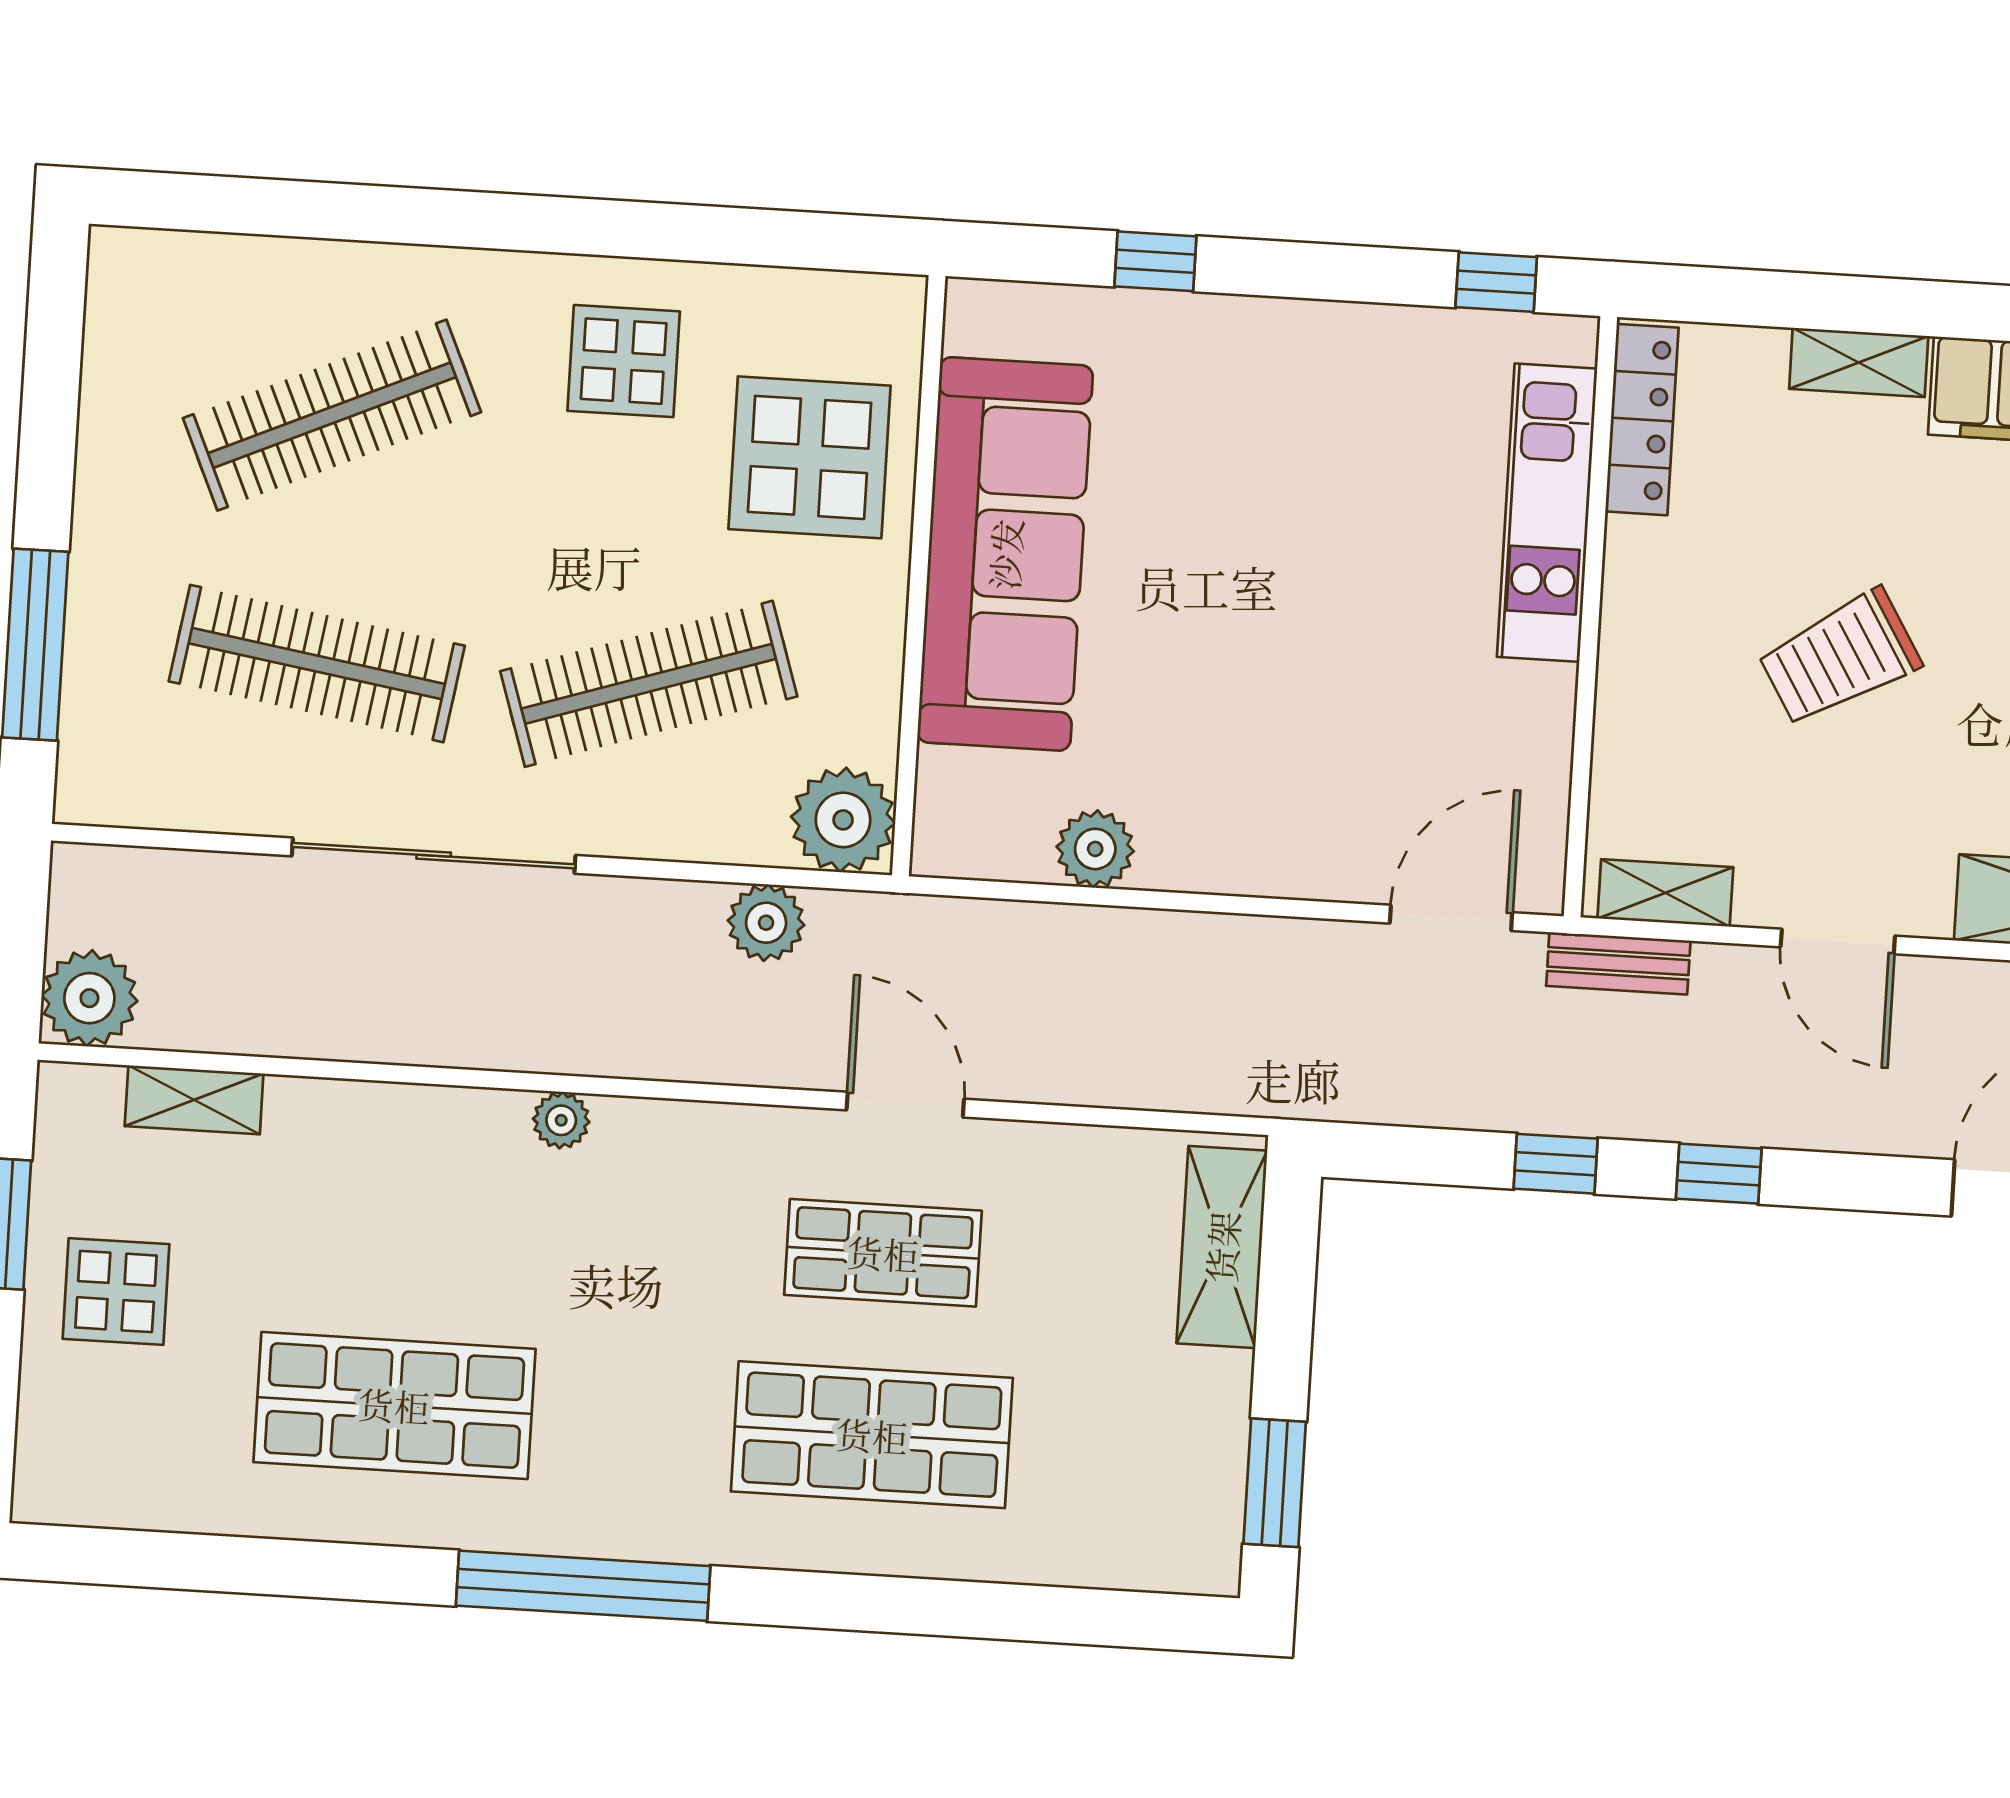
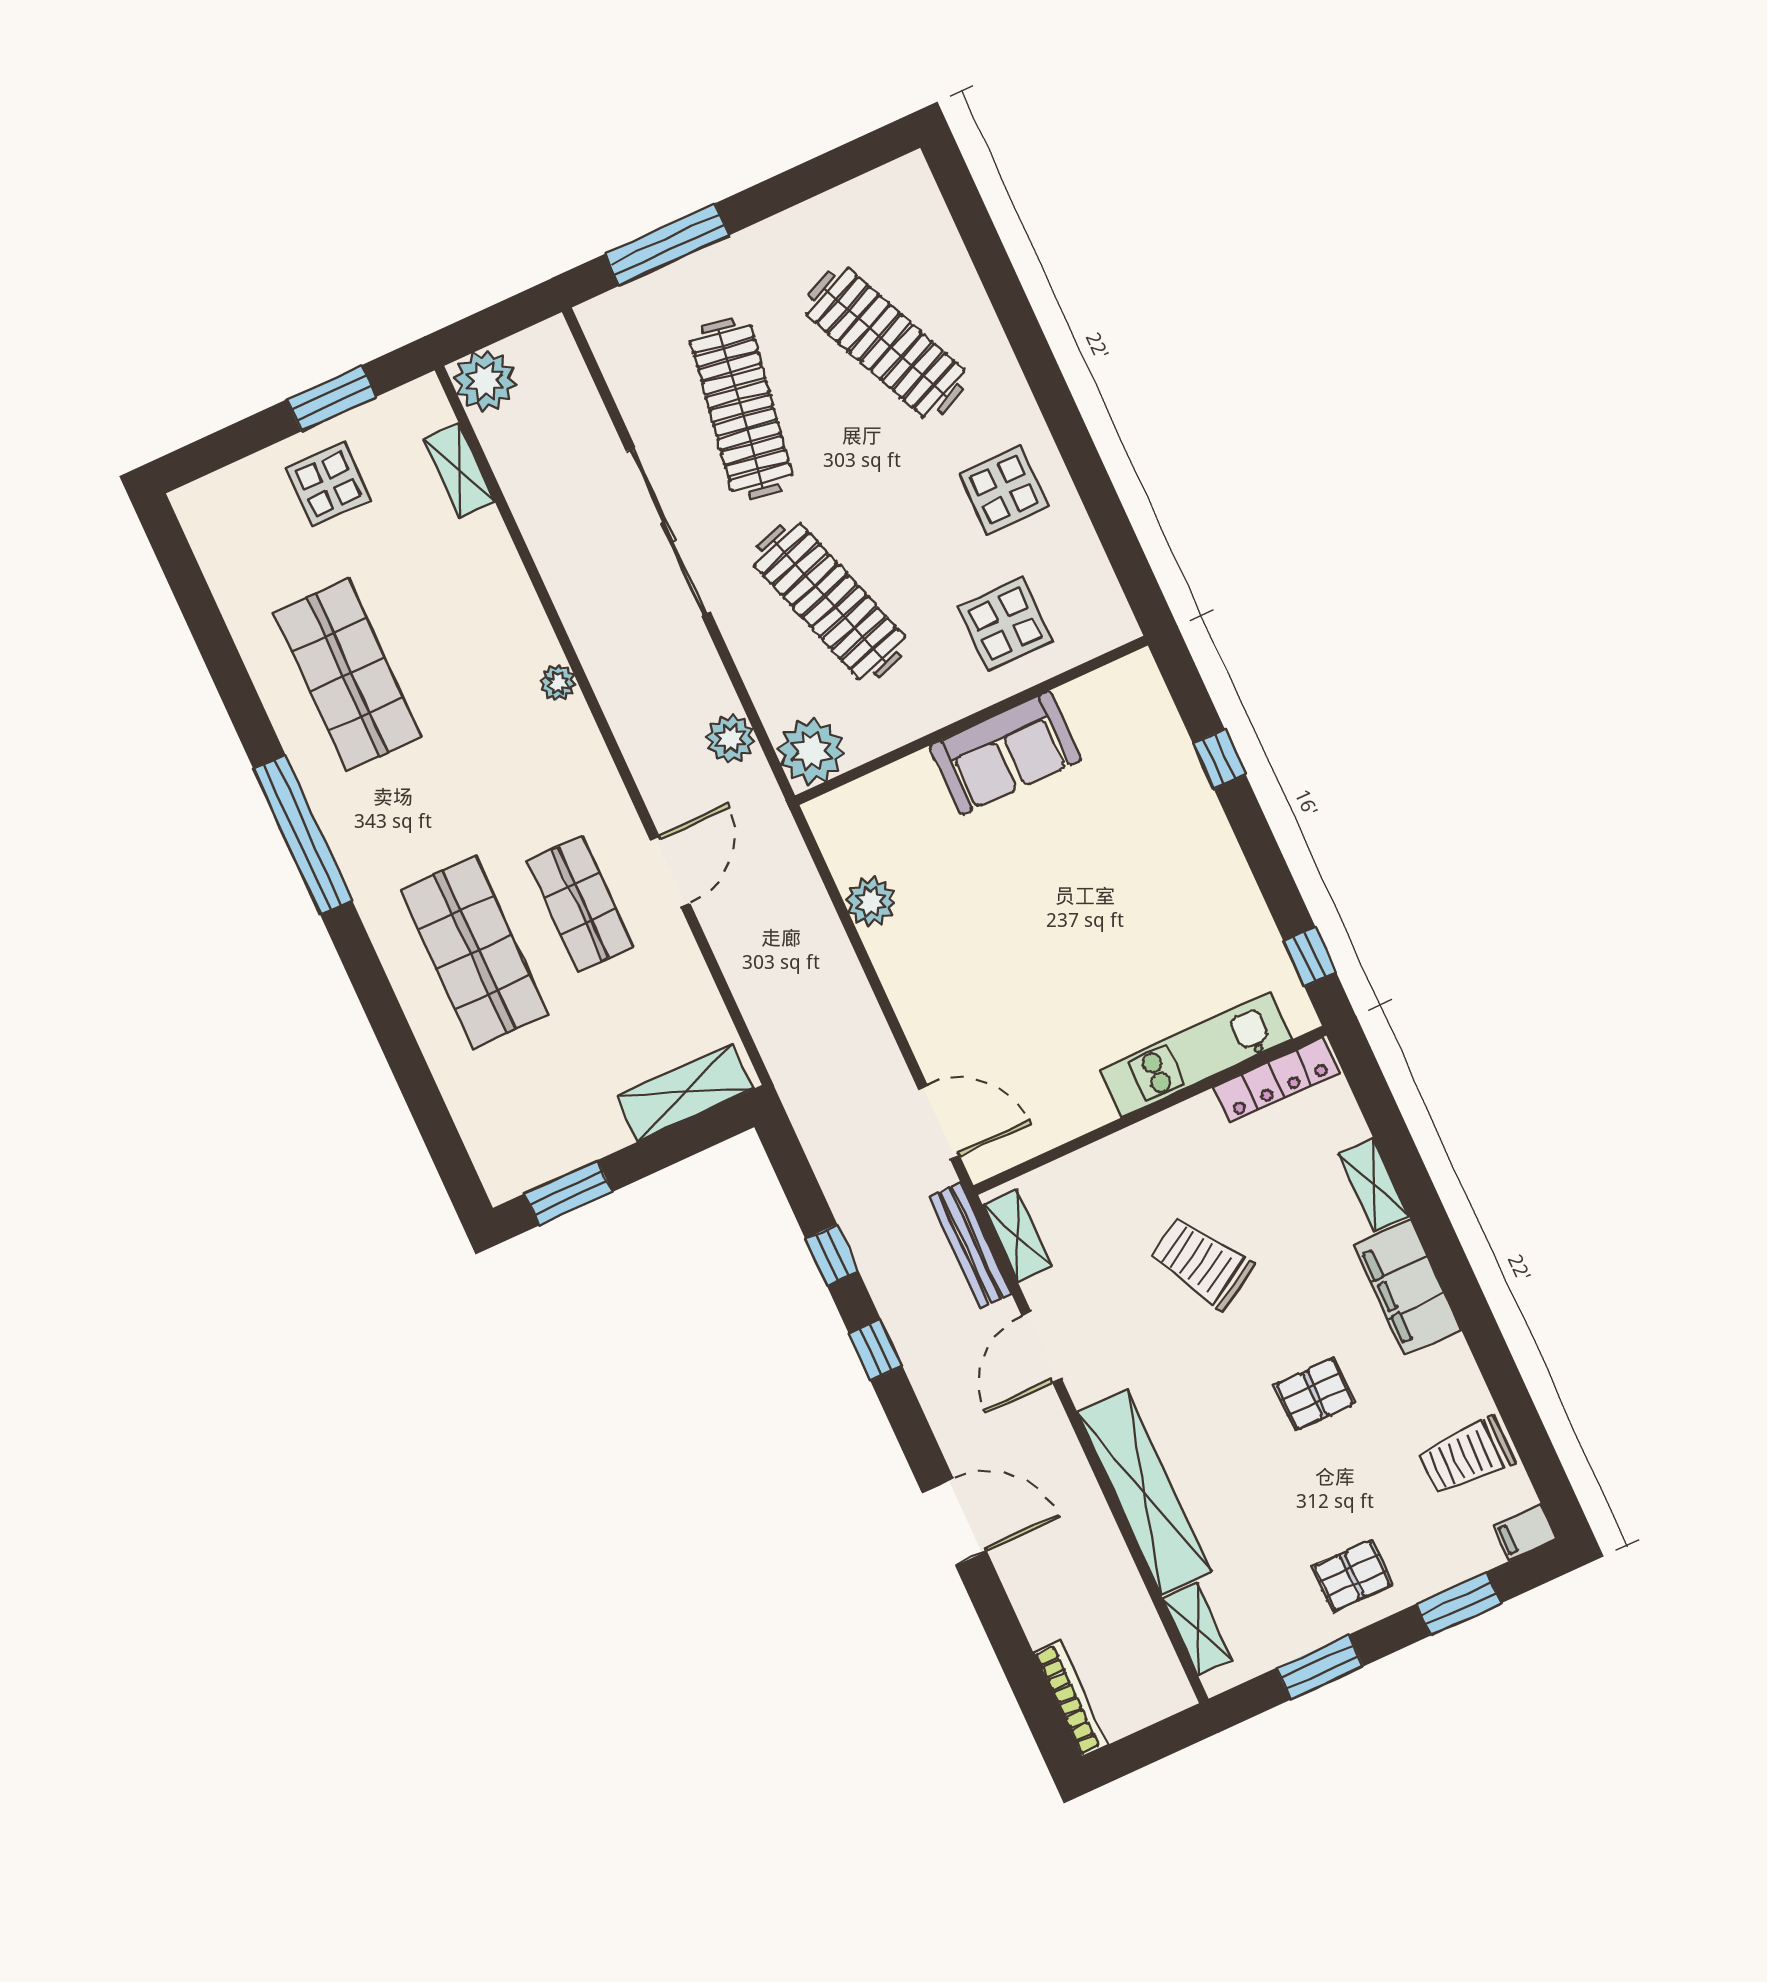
display table: (810, 457) -> (1005, 624), width x0.73, depth x0.73
sofa: (1005, 554) -> (1005, 753), width x0.54, depth x0.79
bench: (1618, 963) -> (970, 1245), width x1.36

